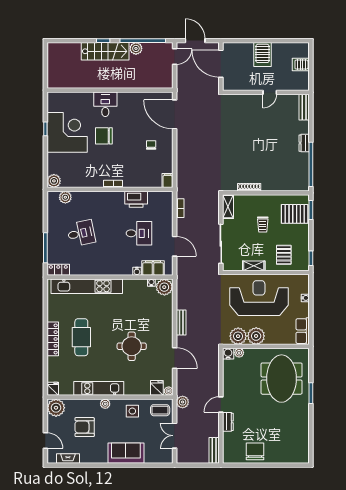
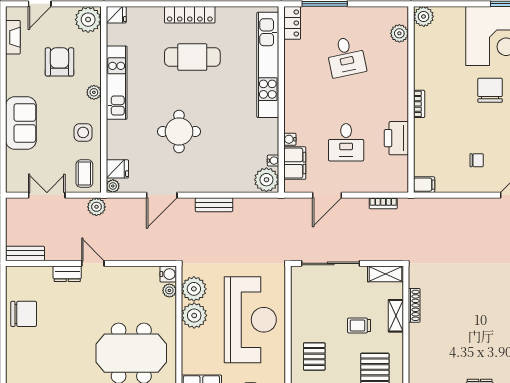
pallet: (284, 255) -> (314, 356), turned 90
shelving: (254, 266) -> (396, 316), moved

